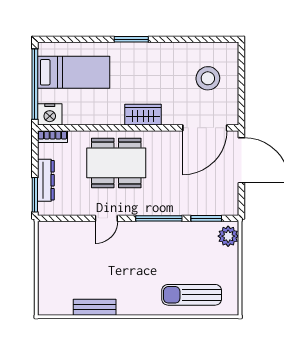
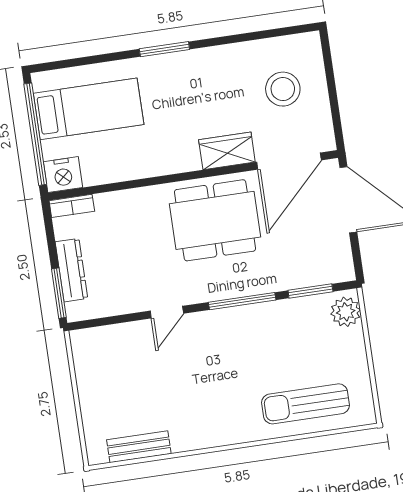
wardrobe: (143, 115) -> (227, 151), moved
dining table: (116, 163) -> (215, 220), moved
bench: (95, 307) -> (139, 447), moved

